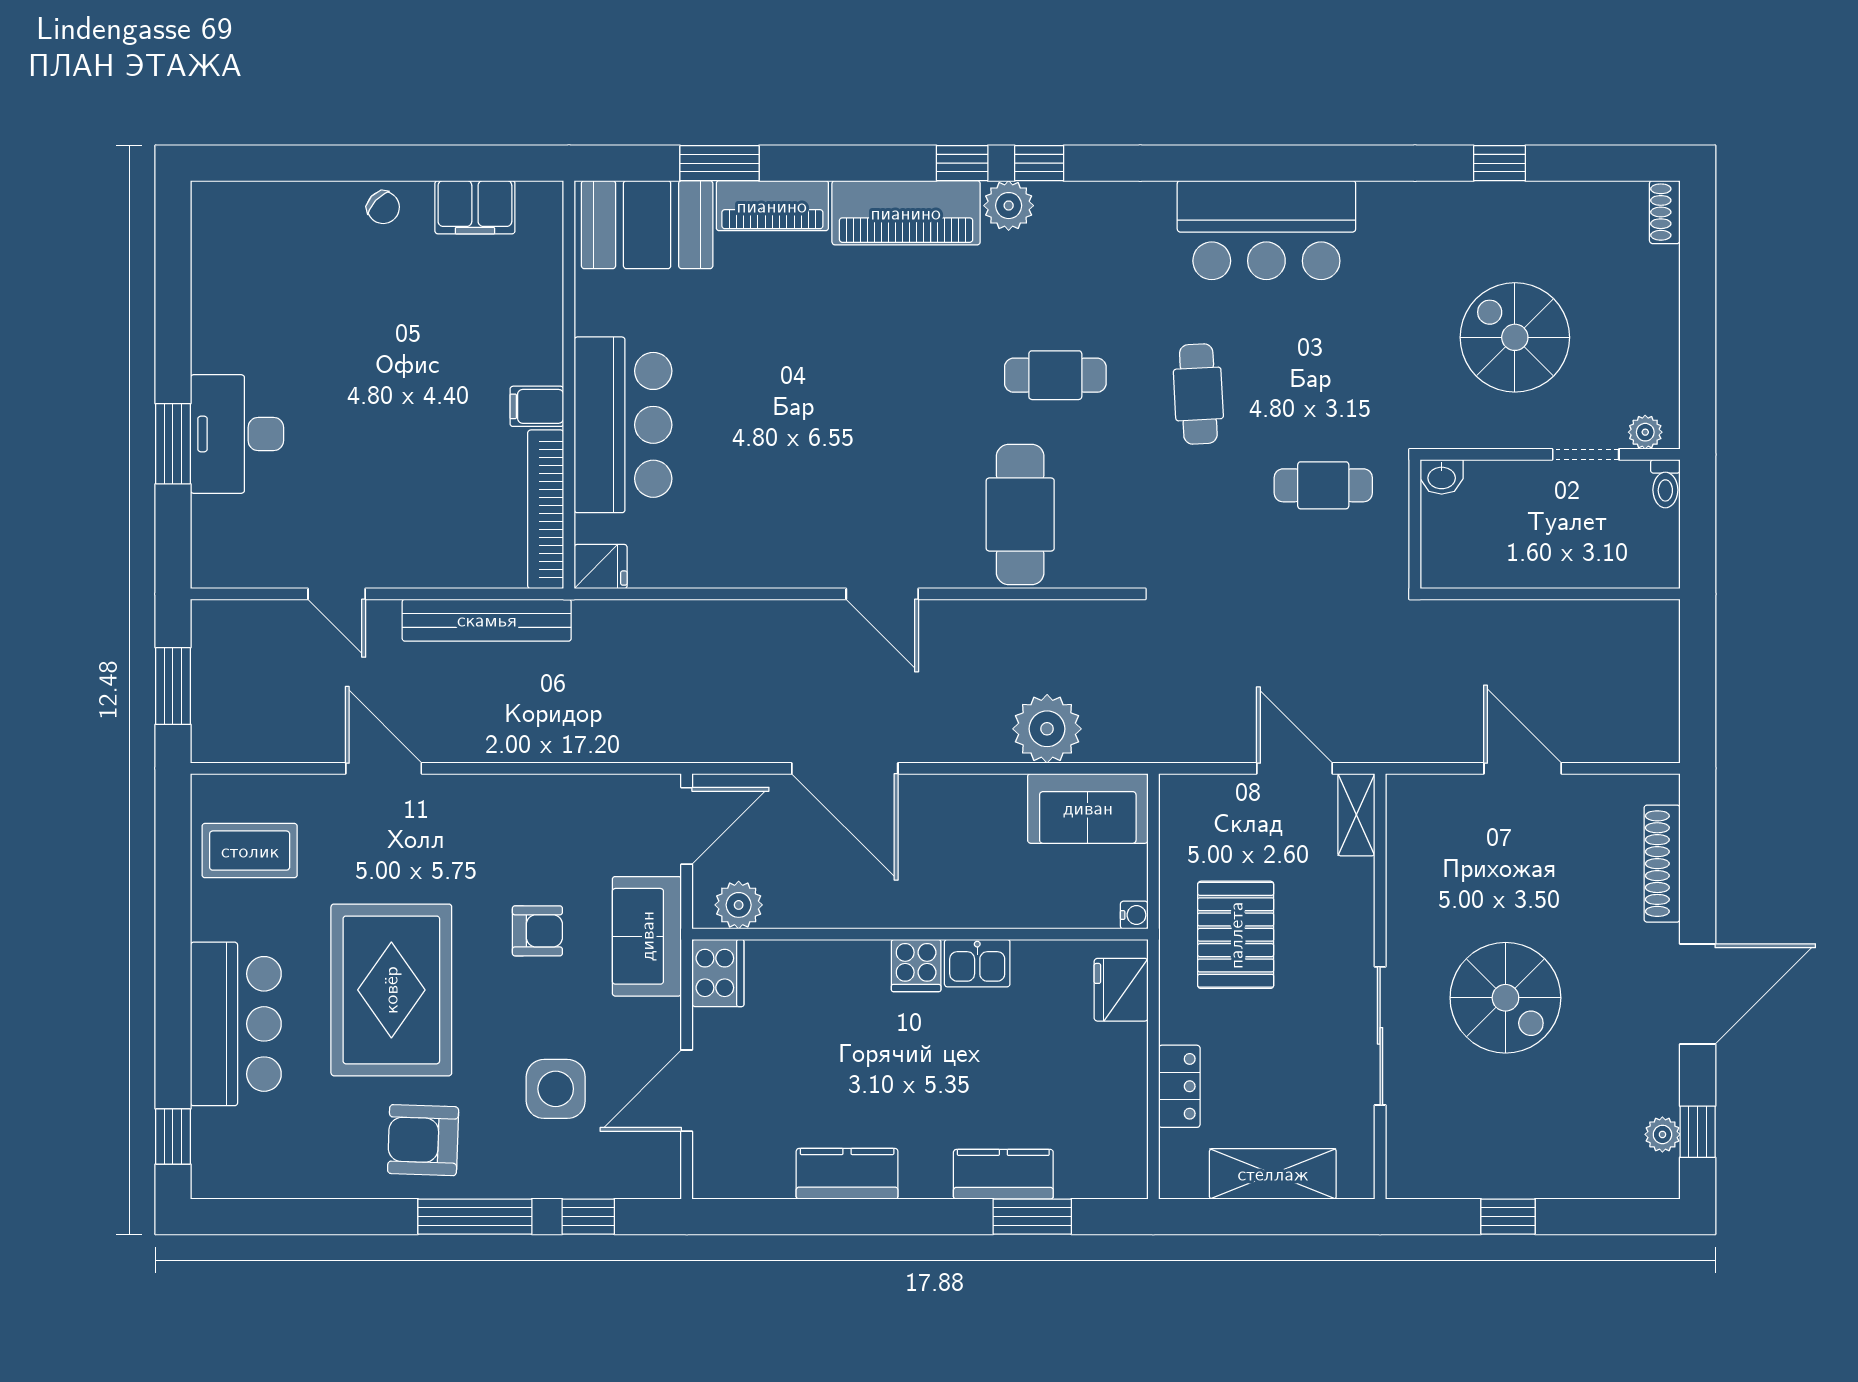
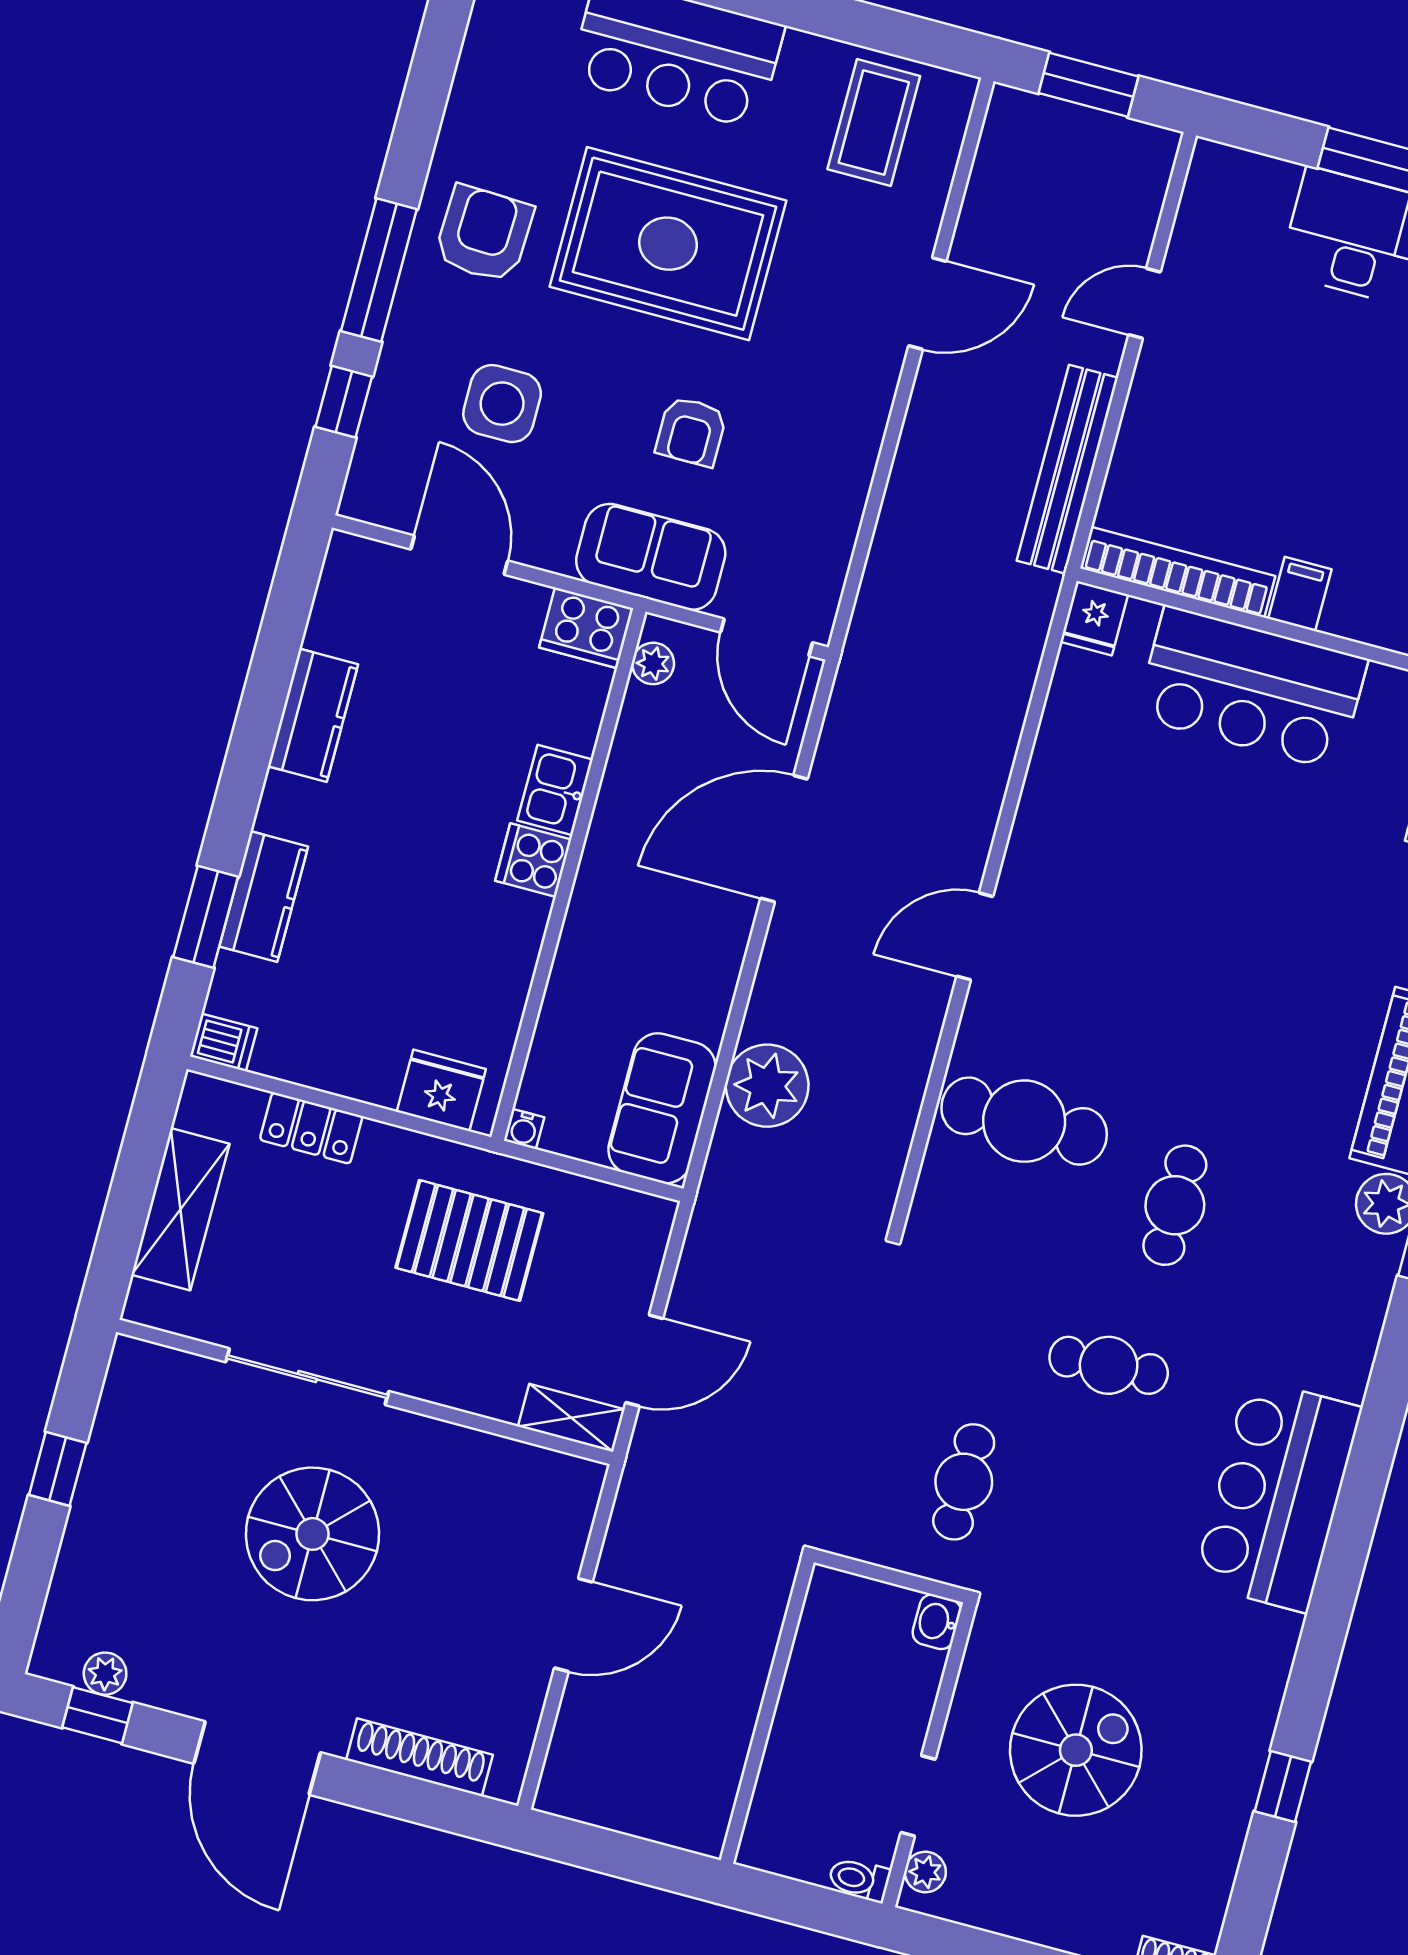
plant: (739, 905) -> (653, 663), width x0.73, depth x0.73
kitchen sink: (977, 963) -> (555, 790), moved
dishwasher: (1129, 1175) -> (224, 1042), added

